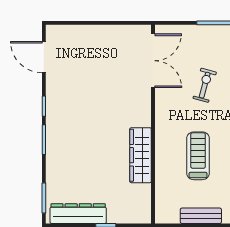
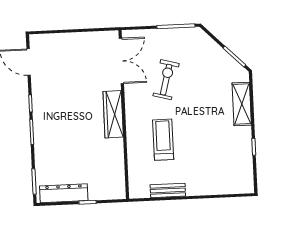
exercise bike: (205, 85) -> (166, 80), width x1.38, depth x1.39
wardrobe: (141, 155) -> (113, 114), moved

